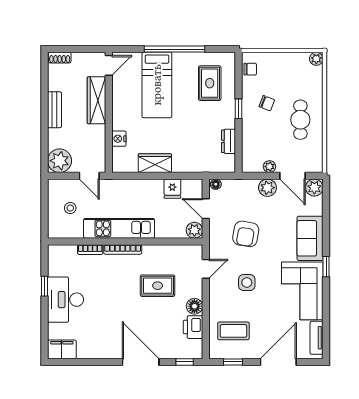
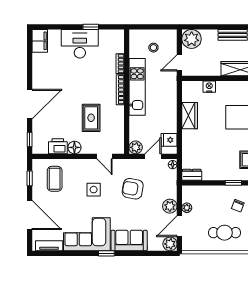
dresser: (228, 141) -> (192, 175), moved
fridge: (172, 189) -> (169, 140), moved

